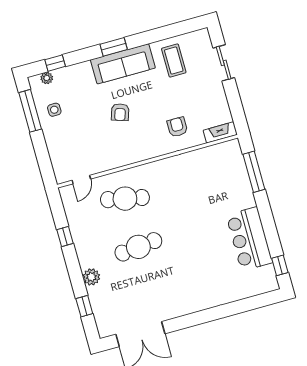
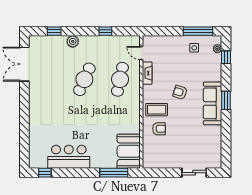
coffee table: (174, 60) -> (157, 110), moved
fireplace: (220, 132) -> (147, 73), moved
booth: (219, 160) -> (129, 151), added
cafe table: (138, 247) -> (84, 79), turned 30

